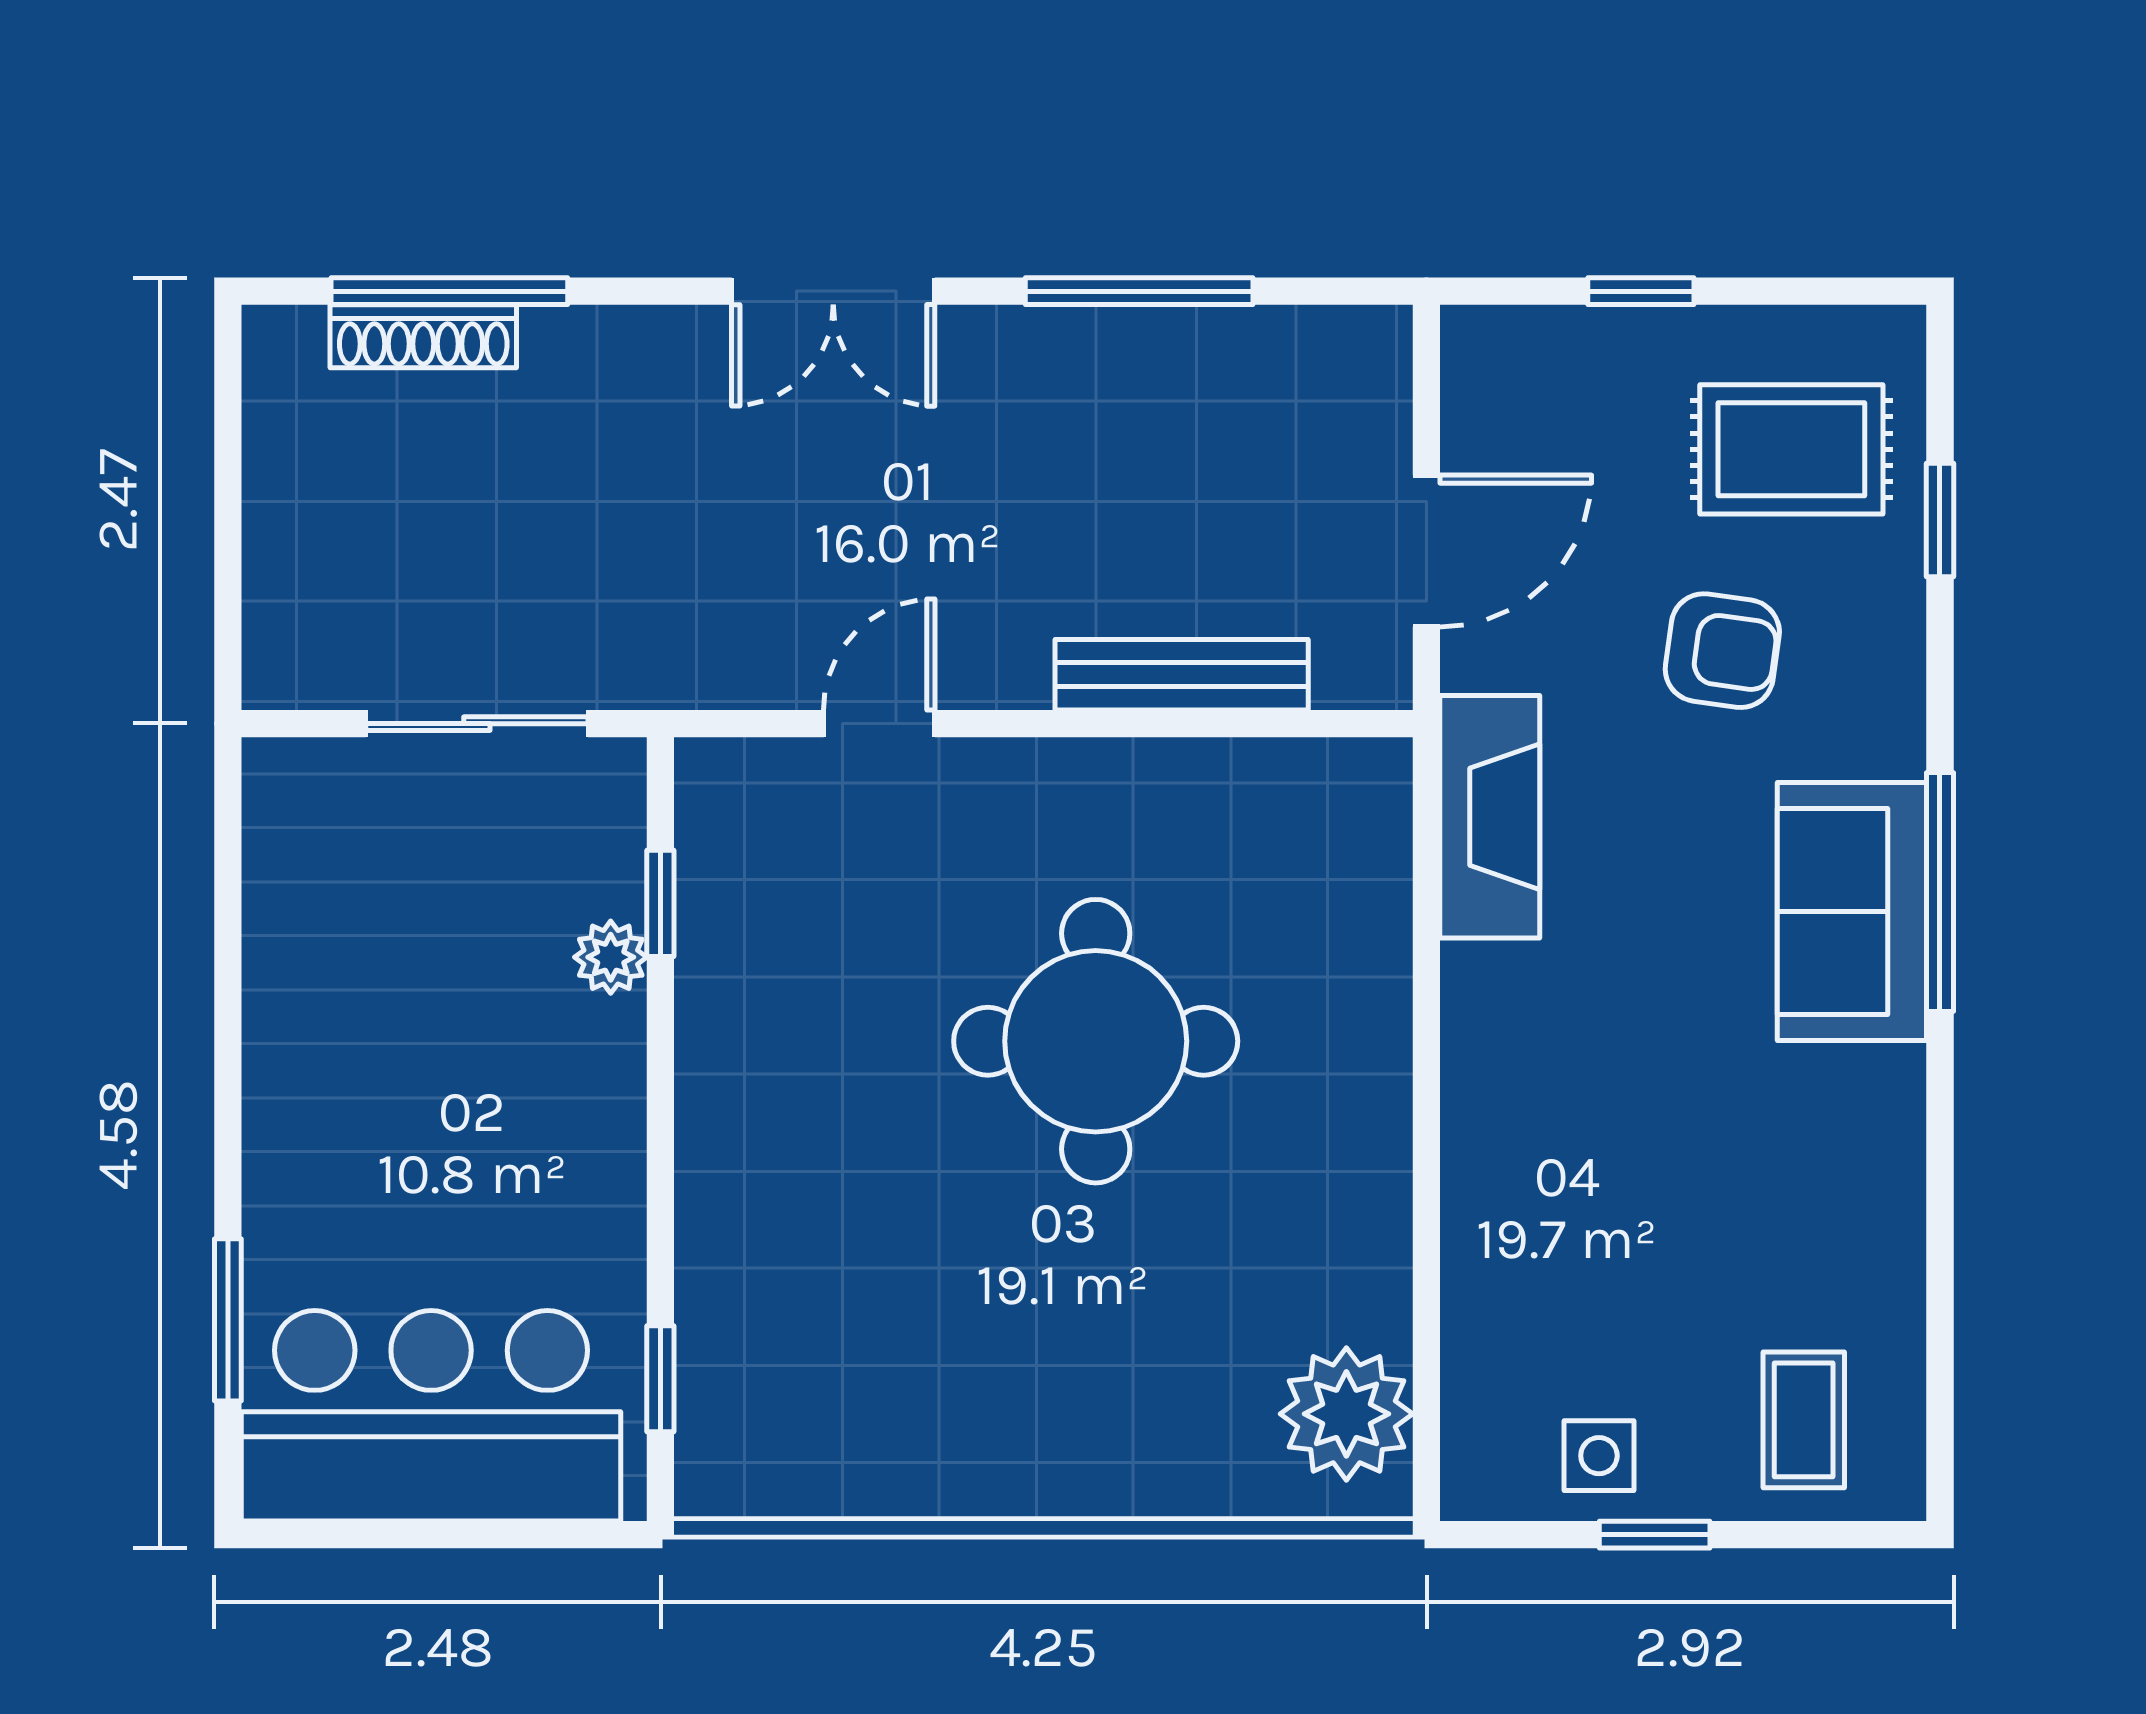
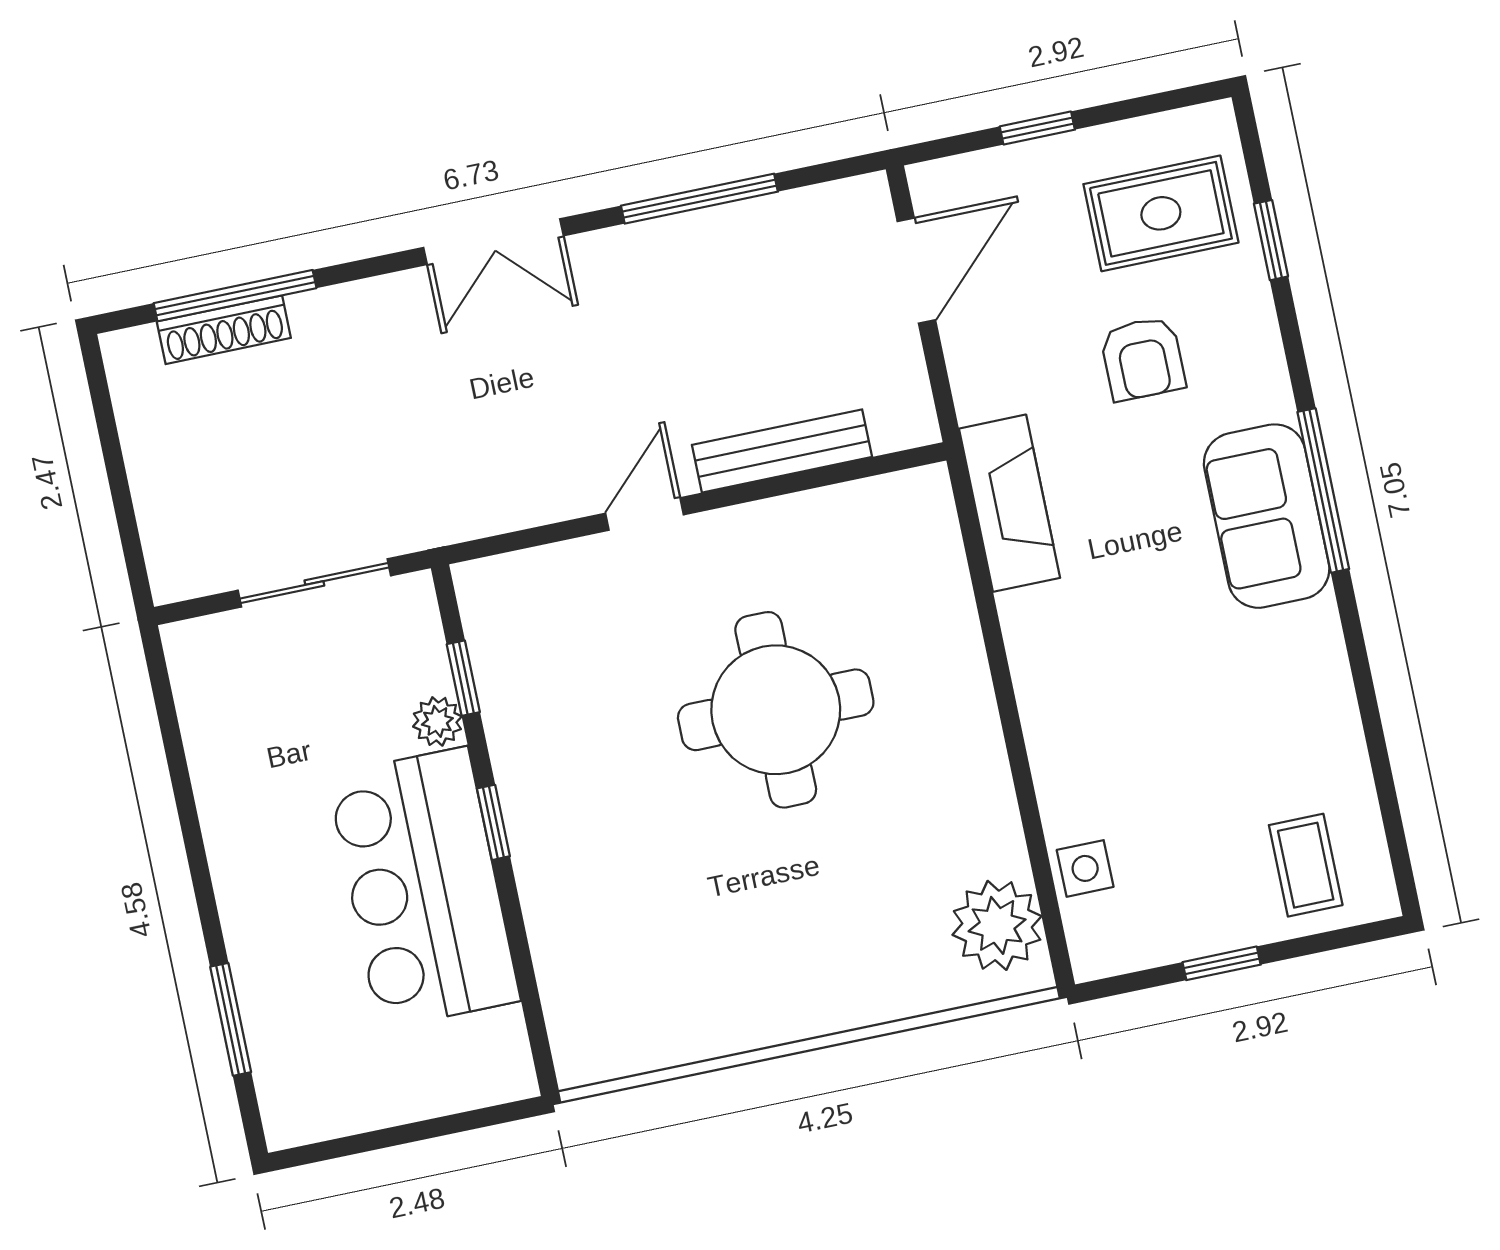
door: (1426, 551) -> (916, 271), moved
armchair: (1722, 651) -> (1143, 359), turned 82
door: (879, 724) -> (645, 514), moved
window: (660, 1379) -> (493, 822), moved
bar counter: (431, 1416) -> (424, 888), moved, turned -90
side table: (1599, 1456) -> (1085, 868), moved

